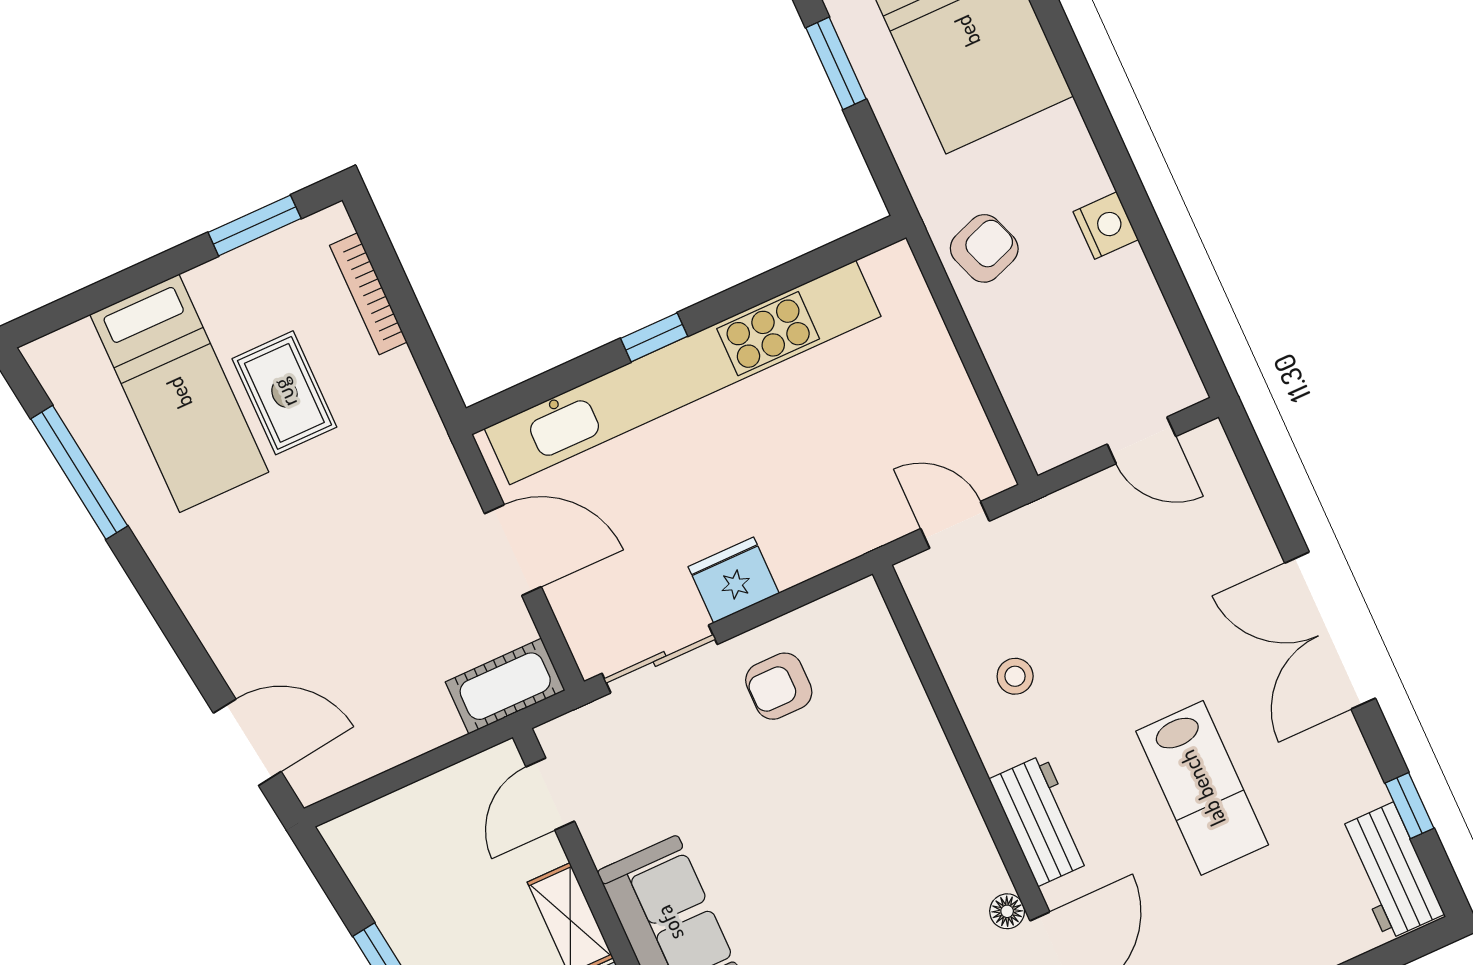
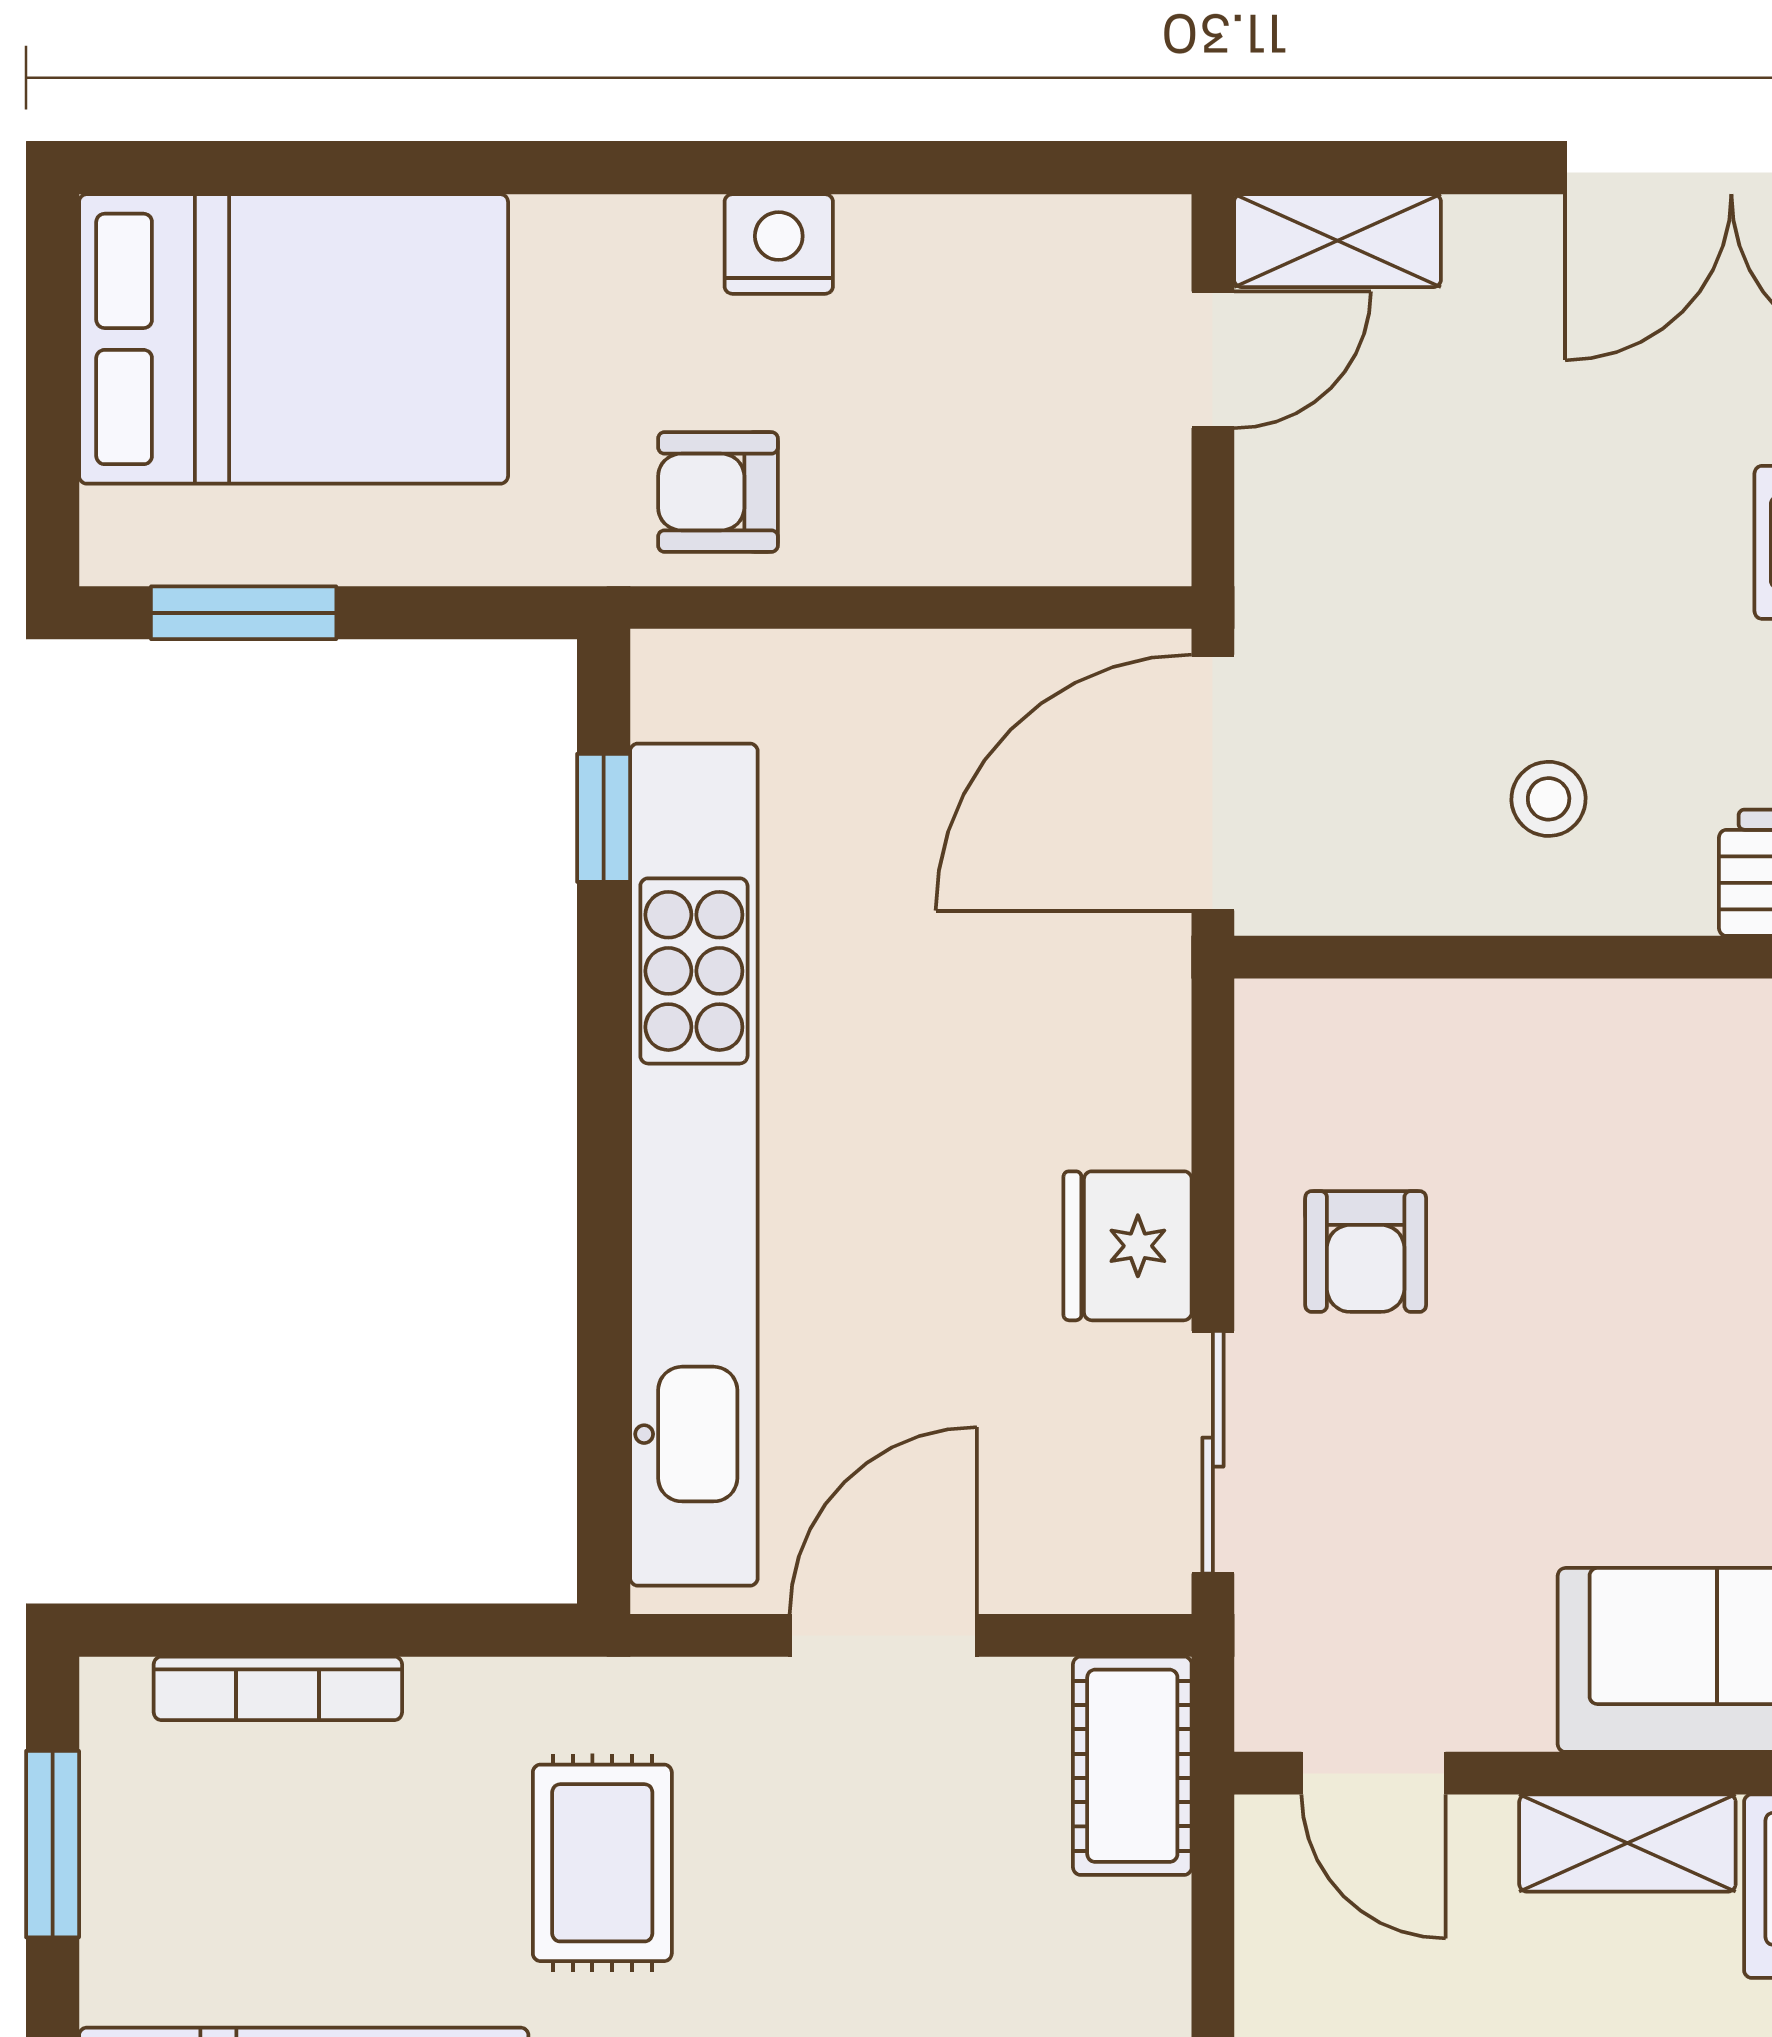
armchair: (984, 248) -> (718, 492), turned -70
window: (654, 337) -> (604, 818), moved
rug: (284, 393) -> (602, 1863), moved, turned 90
shelving: (1219, 471) -> (1337, 241), added
door: (955, 525) -> (1213, 783), width x1.88

